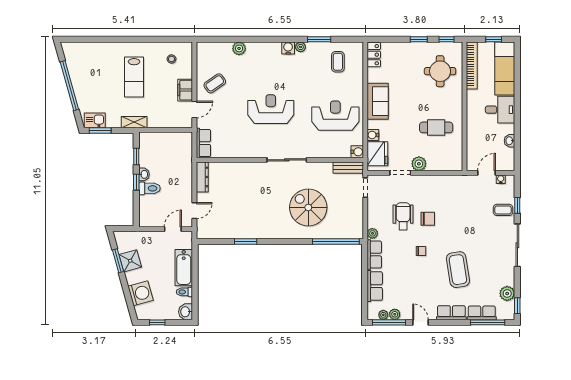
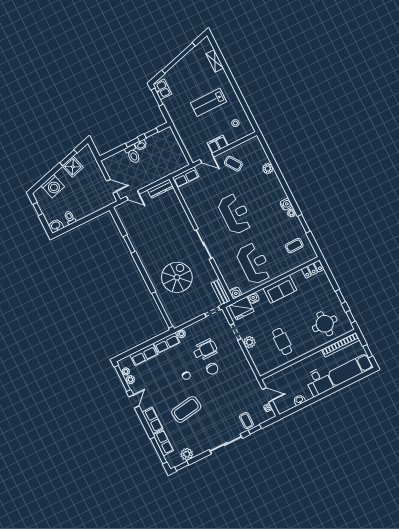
shelving: (134, 122) -> (215, 61), moved
bathtub: (184, 268) -> (87, 208), removed

